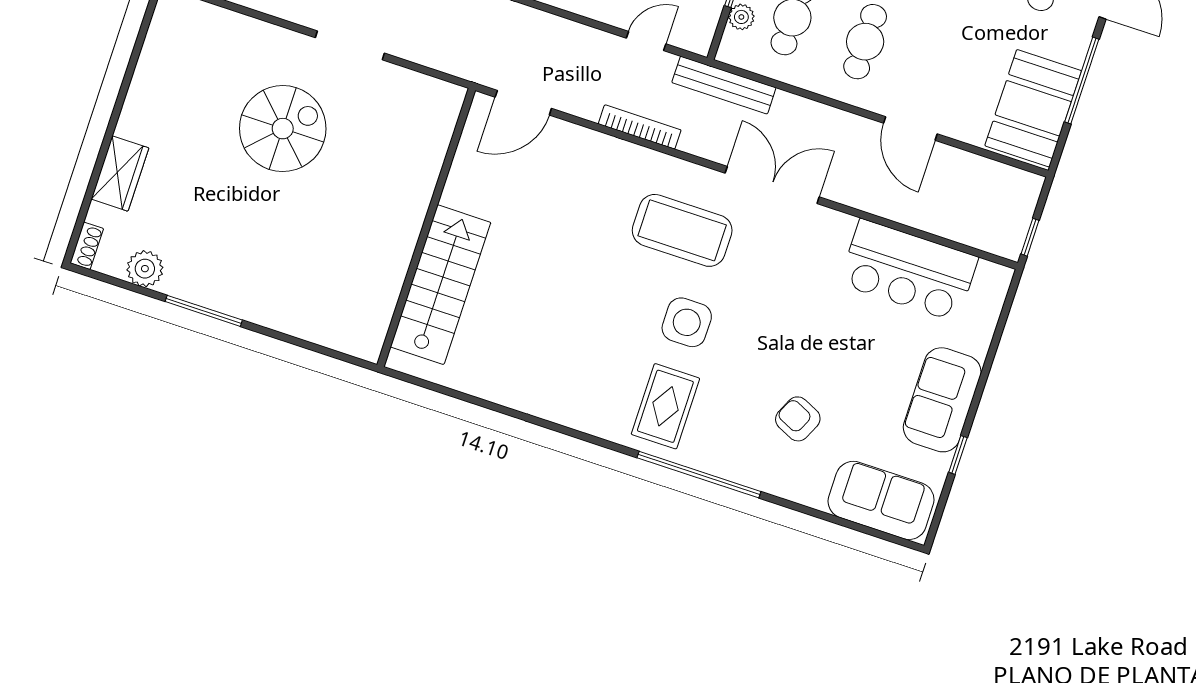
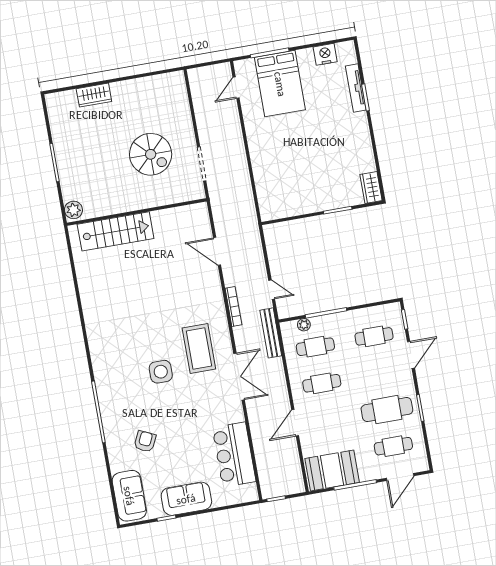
wall: (426, 227) -> (137, 212), moved
shoe rack: (87, 246) -> (55, 98), removed
plant: (145, 269) -> (73, 210), moved
stairs: (440, 285) -> (116, 231), moved
rug: (665, 406) -> (120, 382), removed

